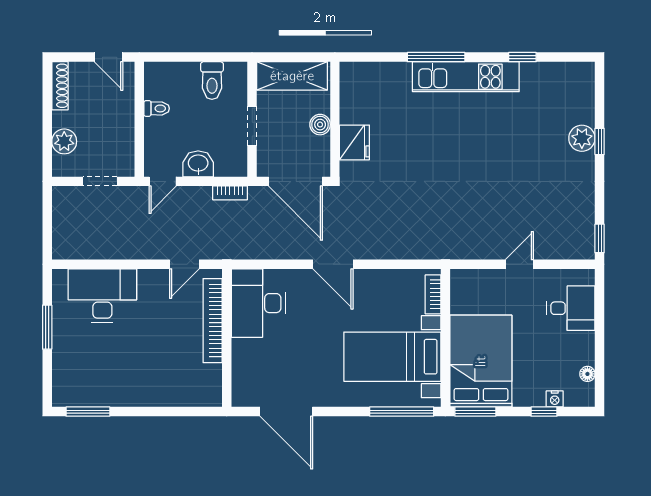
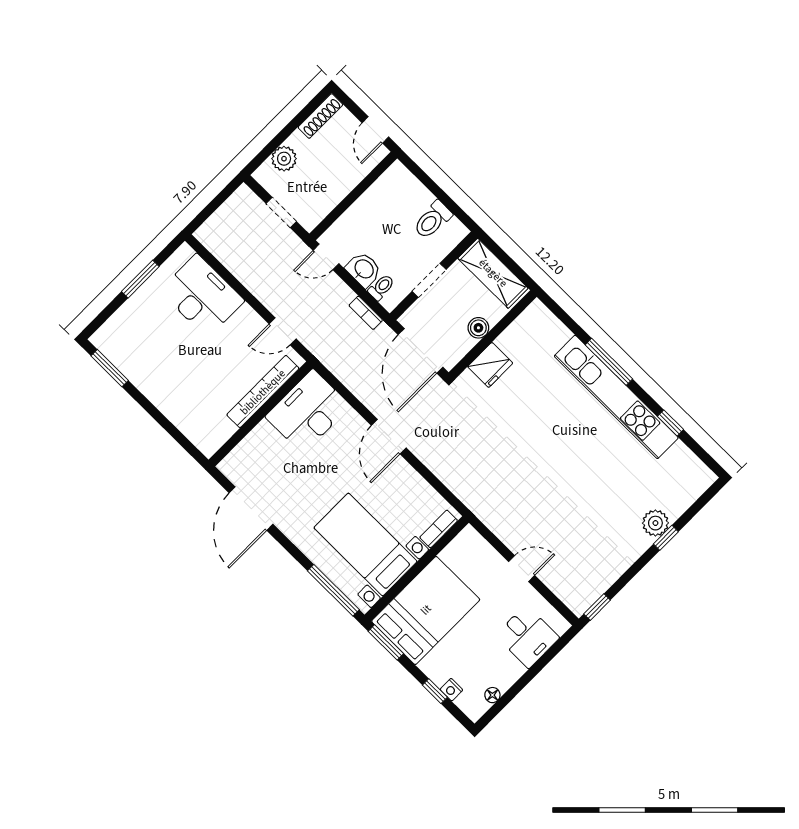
kitchen unit: (466, 77) -> (616, 397), width x1.36
toilet: (157, 108) -> (381, 287), moved, turned -90

